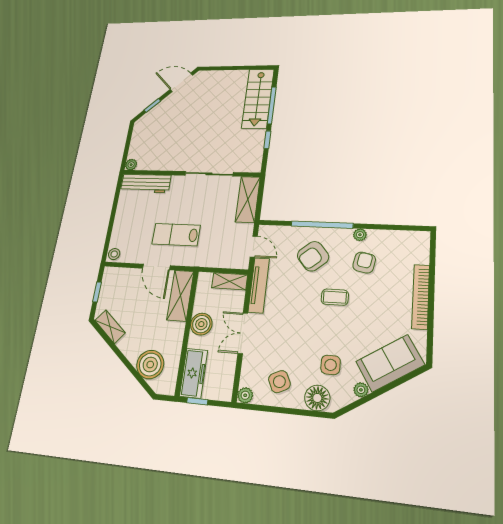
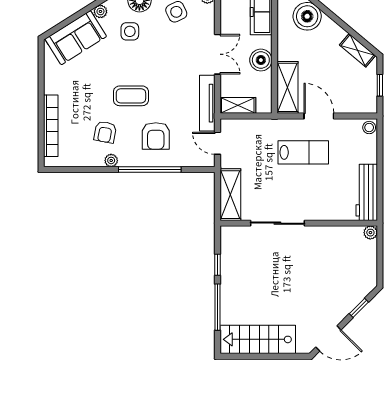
stairs: (258, 98) -> (258, 339), moved, turned -90
workbench: (146, 184) -> (367, 192), moved, turned -90
armchair: (313, 256) -> (156, 136), turned 130
coffee table: (335, 297) -> (131, 96), width x1.36, depth x1.30
bookcase: (421, 297) -> (51, 126), moved

